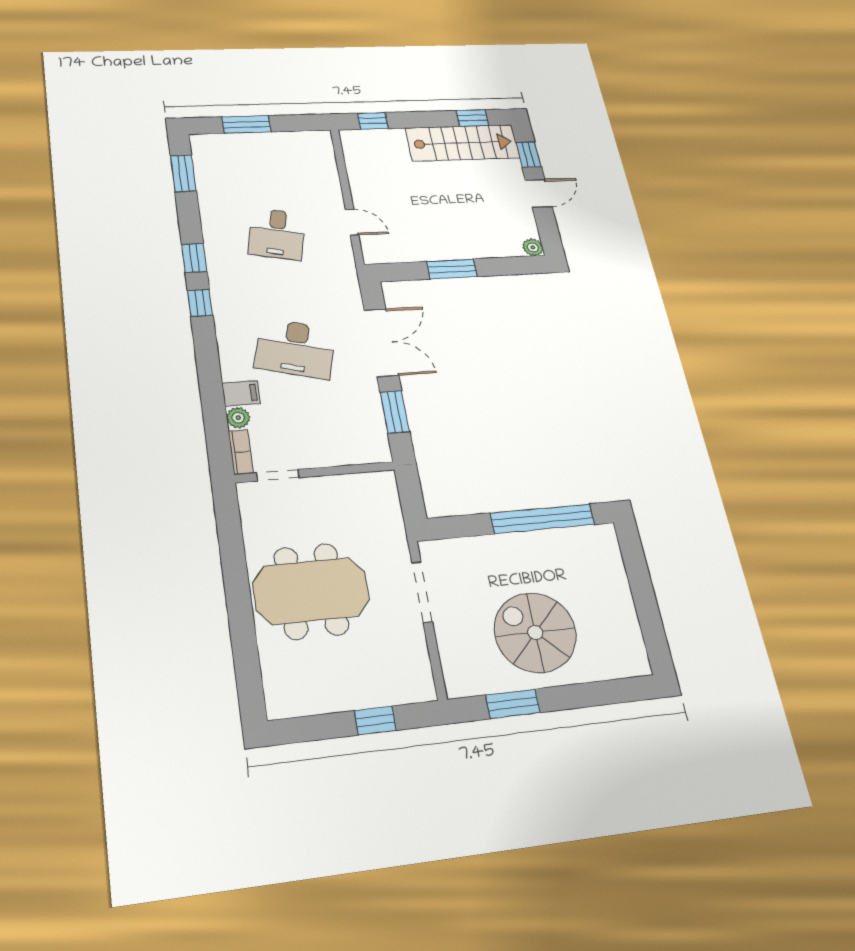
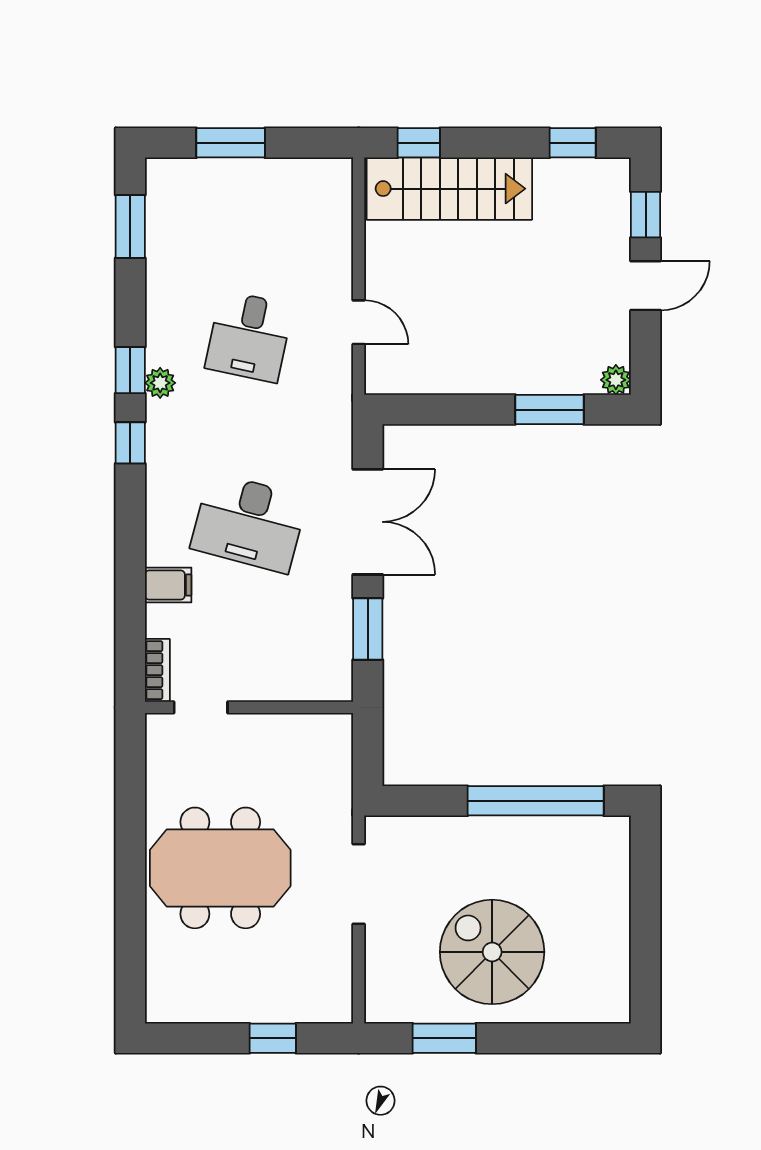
stairs: (463, 143) -> (449, 189), moved
window: (452, 269) -> (550, 410), moved
plant: (238, 418) -> (160, 383), moved

